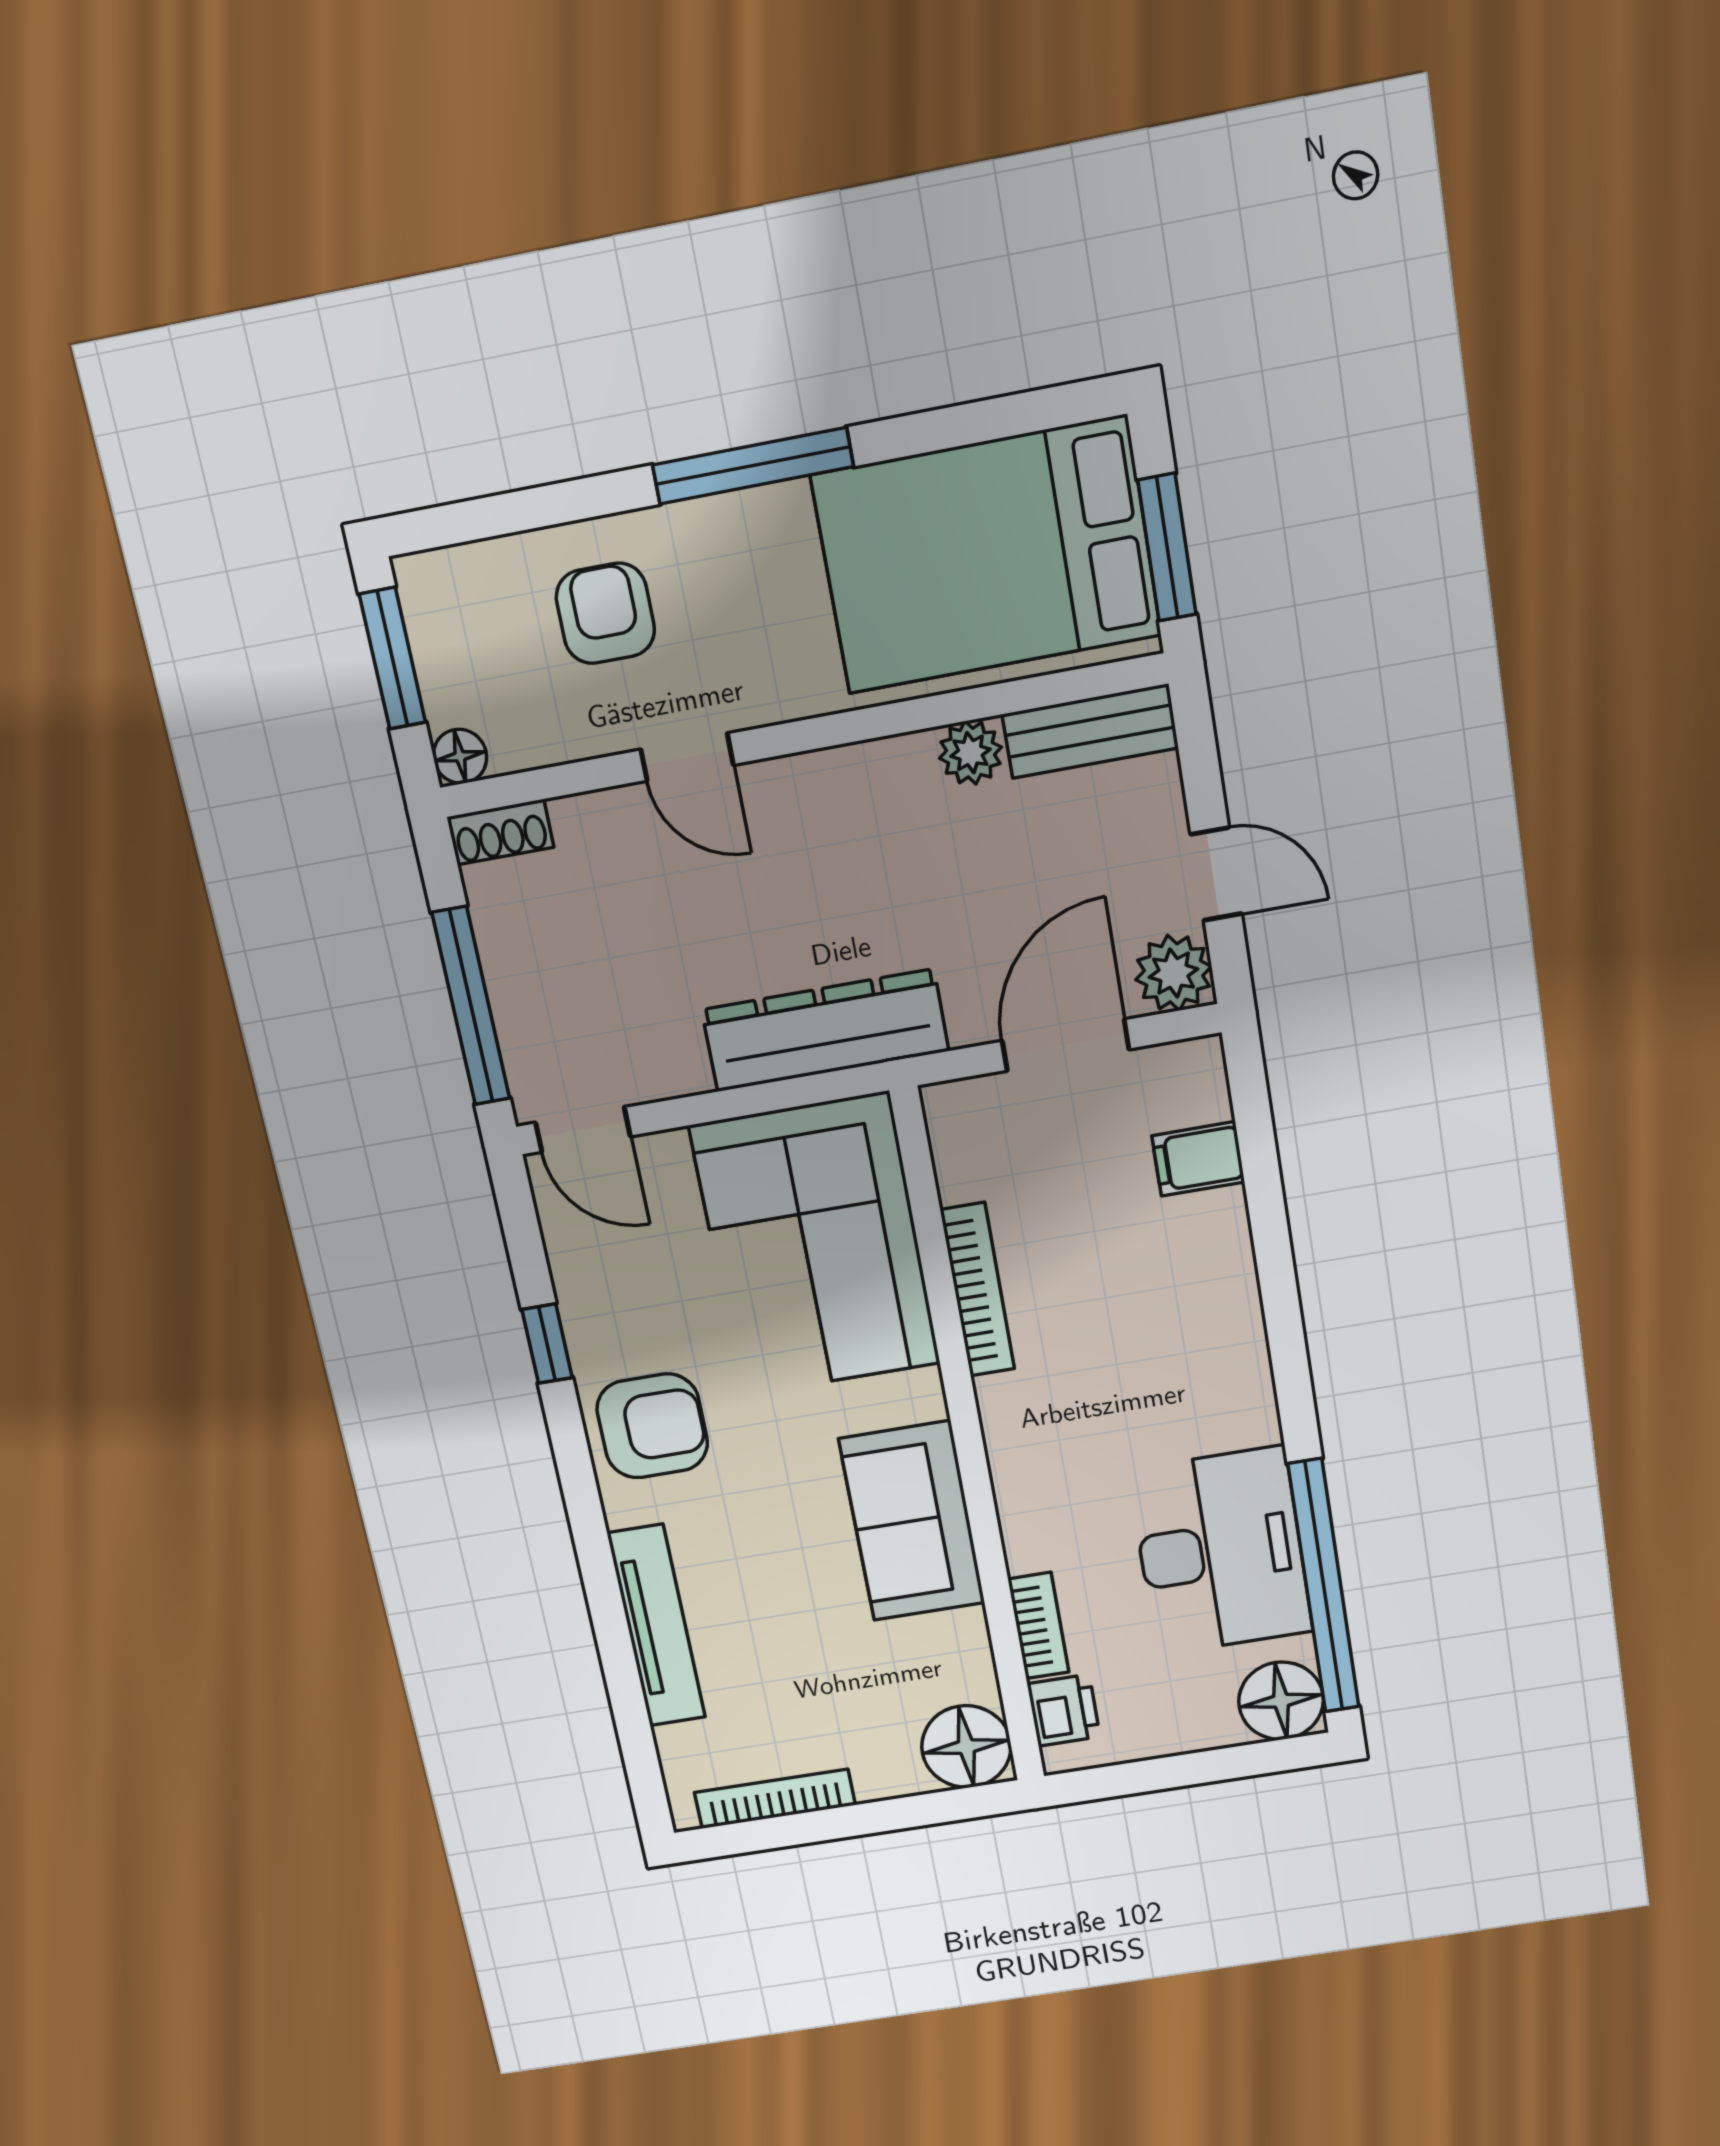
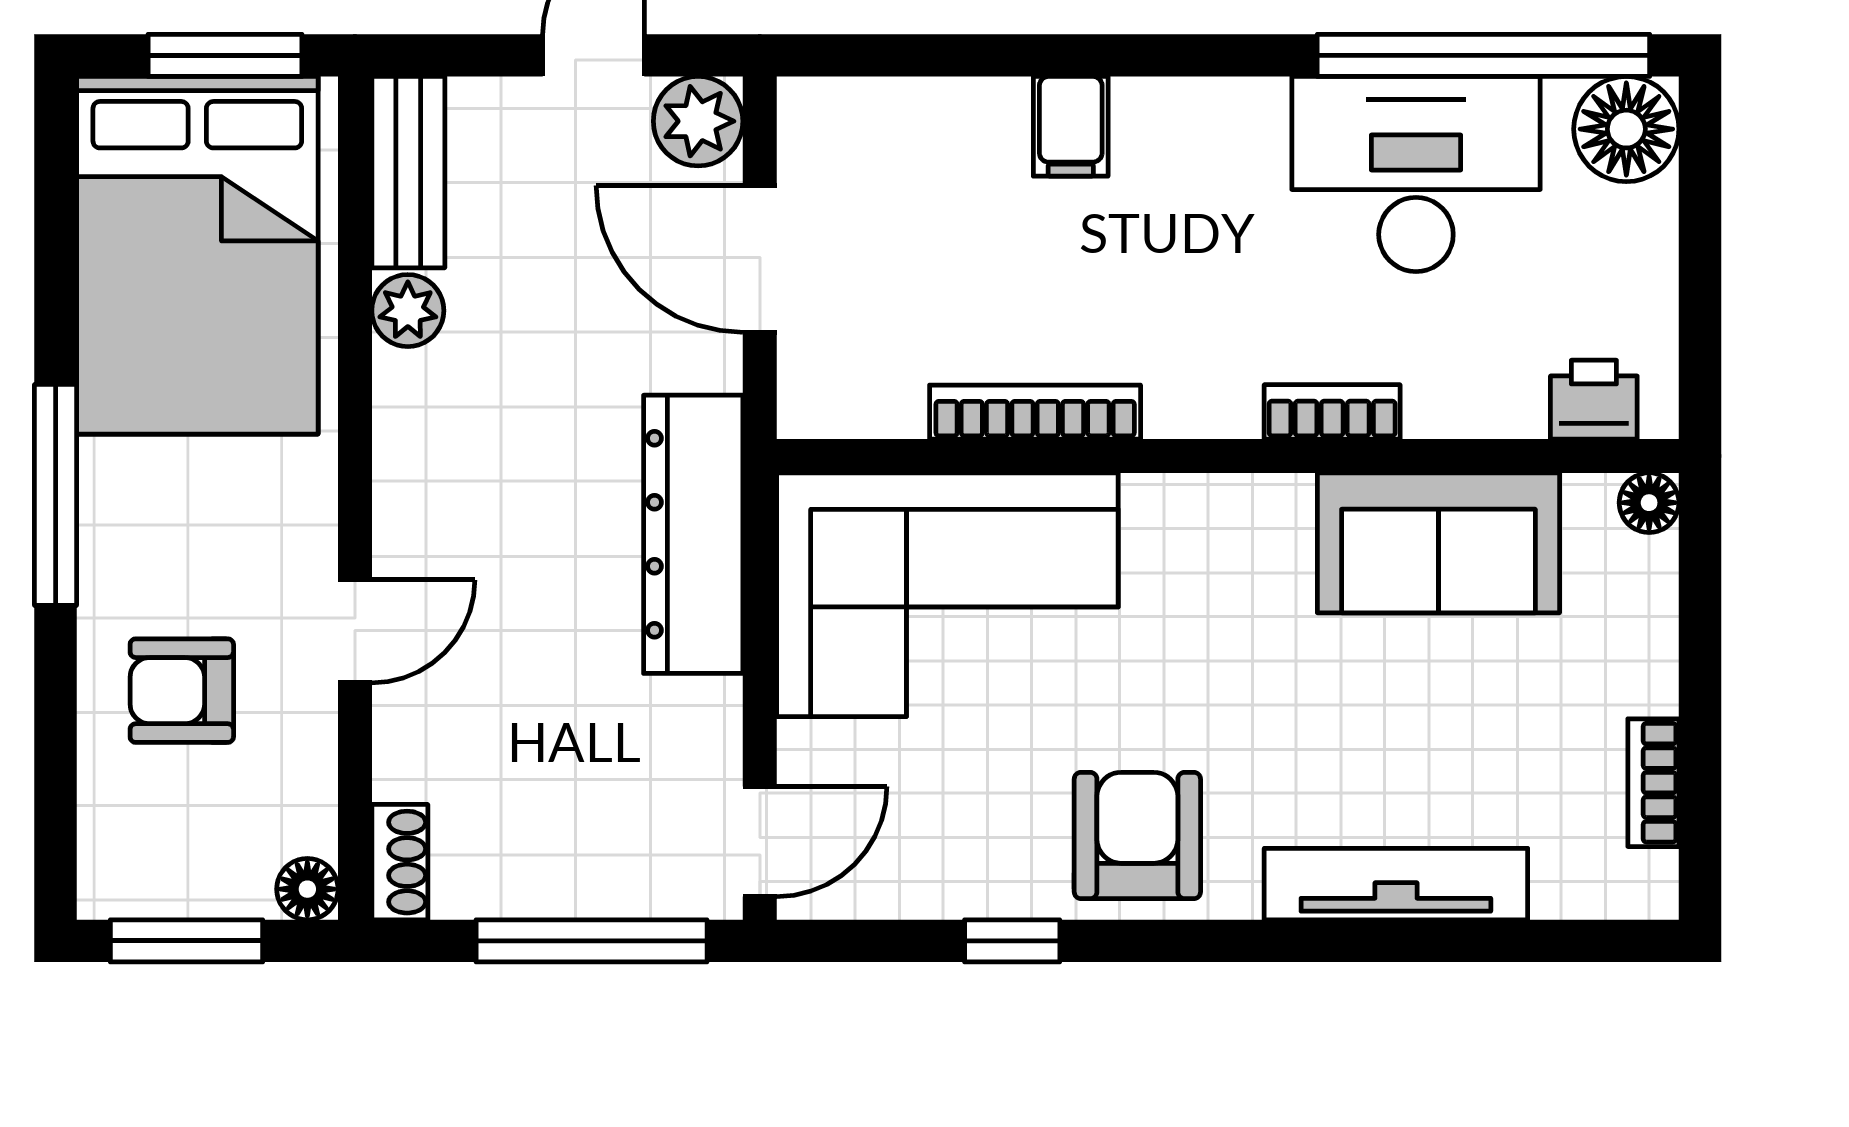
filing cabinet: (1198, 1159) -> (1071, 126), moved
sofa: (912, 1521) -> (1438, 543), moved
bookcase: (1038, 1626) -> (1332, 412), moved
floor lamp: (966, 1747) -> (1649, 503), width x0.53, depth x0.53
bookcase: (775, 1799) -> (1653, 783), width x0.64

